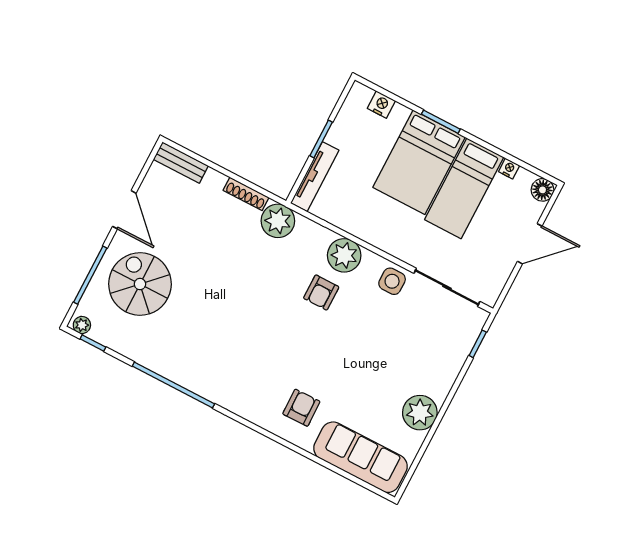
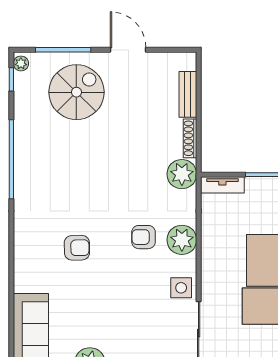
bench: (181, 163) -> (188, 94), moved
tv unit: (315, 177) -> (222, 185), width x0.71
door: (124, 210) -> (128, 50), swing flipped
armchair: (301, 408) -> (77, 248), moved

